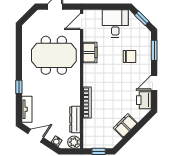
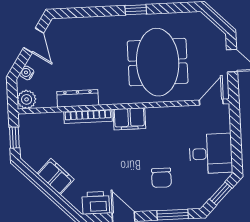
door: (82, 22) -> (211, 102), hinge flipped
filing cabinet: (90, 53) -> (129, 119), moved
window: (19, 87) -> (136, 10), moved
tv unit: (27, 109) -> (73, 25), removed
dresser: (75, 119) -> (78, 98), moved

